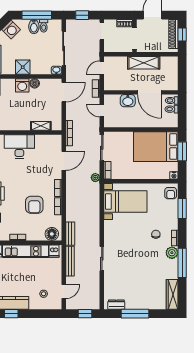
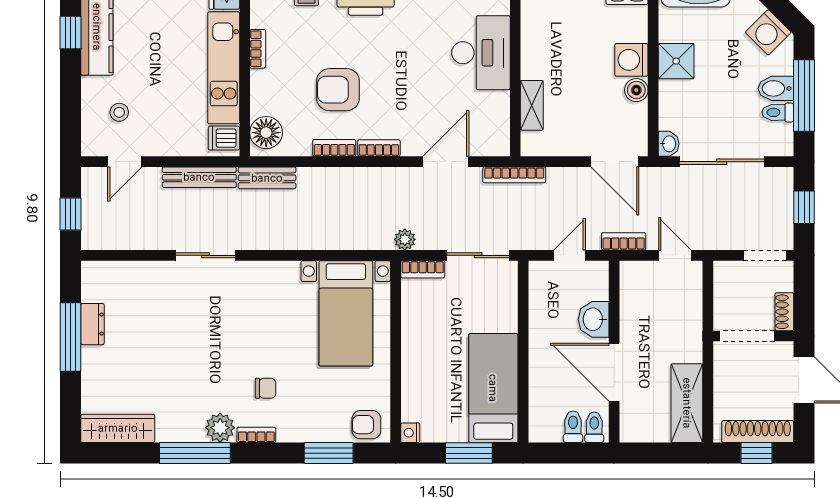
shelving: (144, 63) -> (687, 403), moved
door: (149, 92) -> (614, 372), hinge flipped
bed: (156, 147) -> (493, 388), width x0.67
door: (64, 161) -> (446, 162), swing flipped
door: (64, 291) -> (125, 162), hinge flipped
dresser: (116, 305) -> (93, 324), moved

